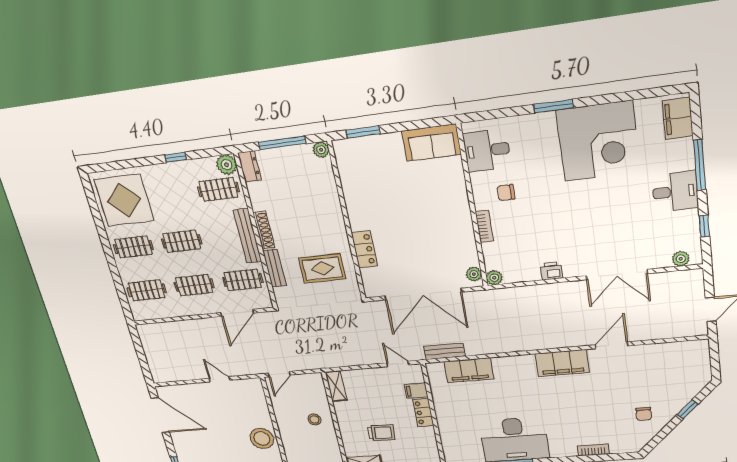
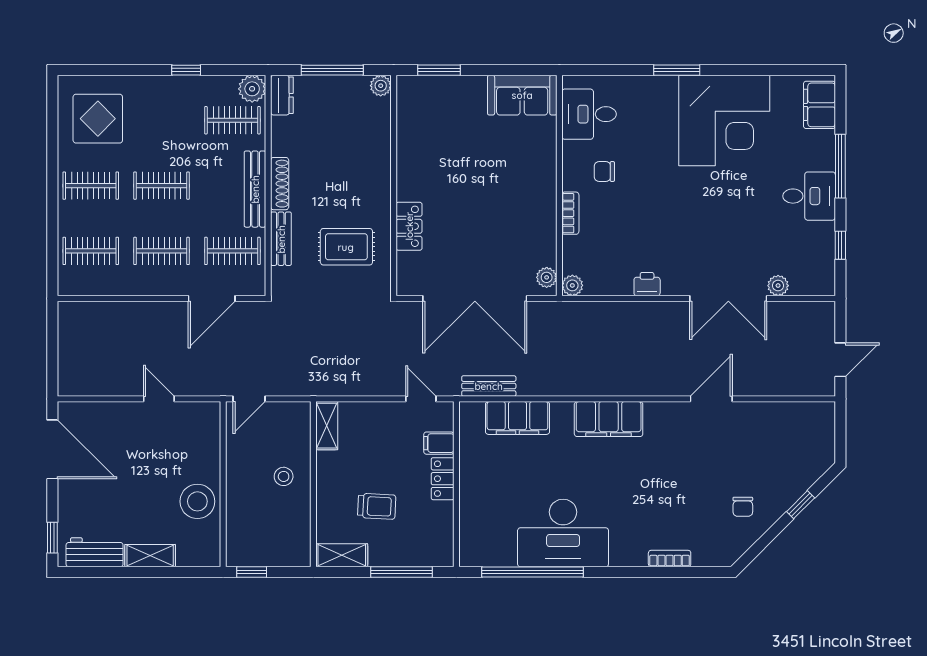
display table: (124, 200) -> (98, 119), width x0.73, depth x0.73
plant: (681, 259) -> (778, 286), moved
filing cabinet: (562, 363) -> (609, 419), moved

